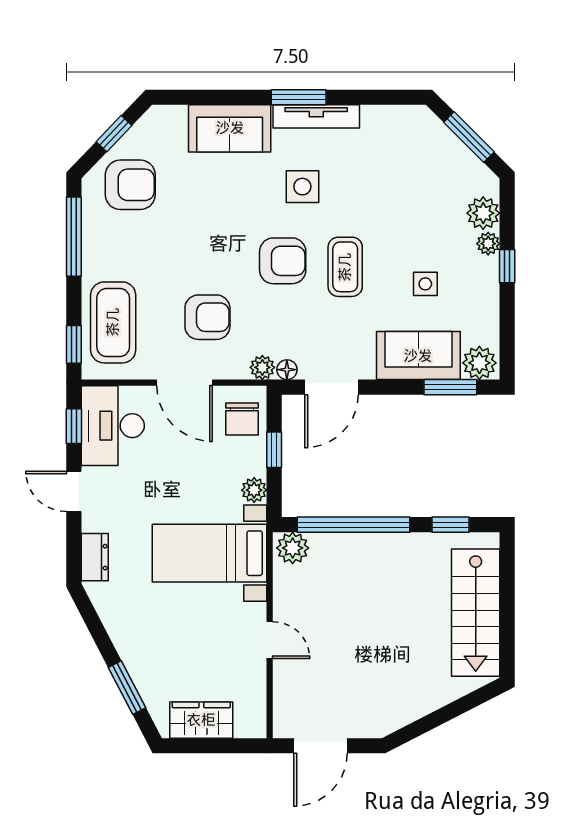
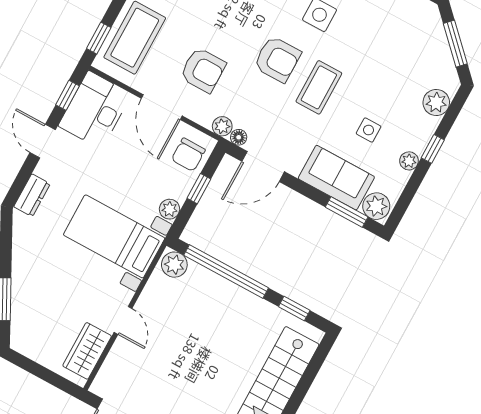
plant: (488, 244) -> (409, 161), moved
wardrobe: (201, 720) -> (87, 351), moved, turned -90

